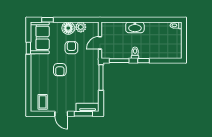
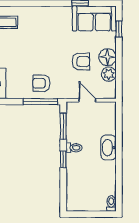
armchair: (60, 70) -> (41, 83), moved

